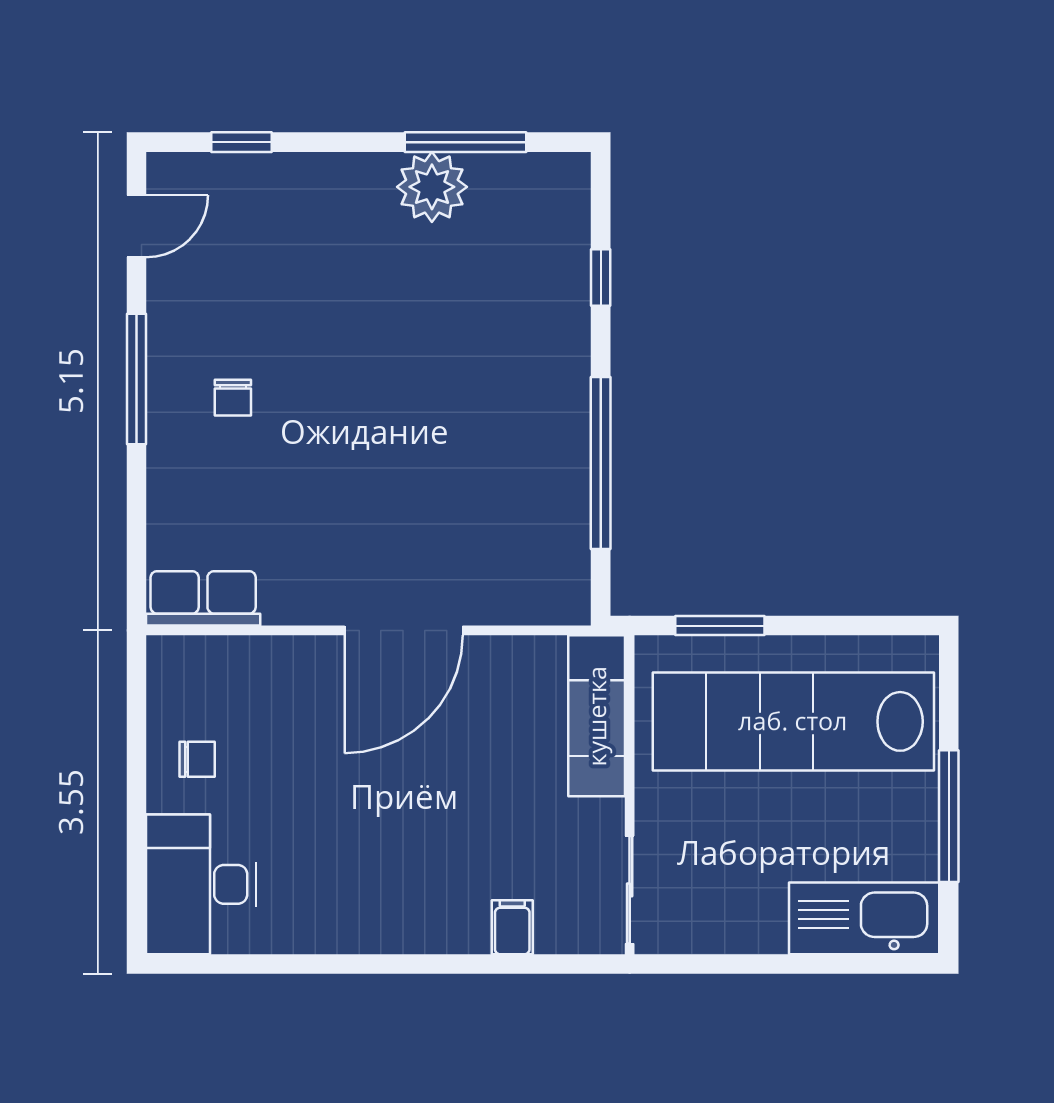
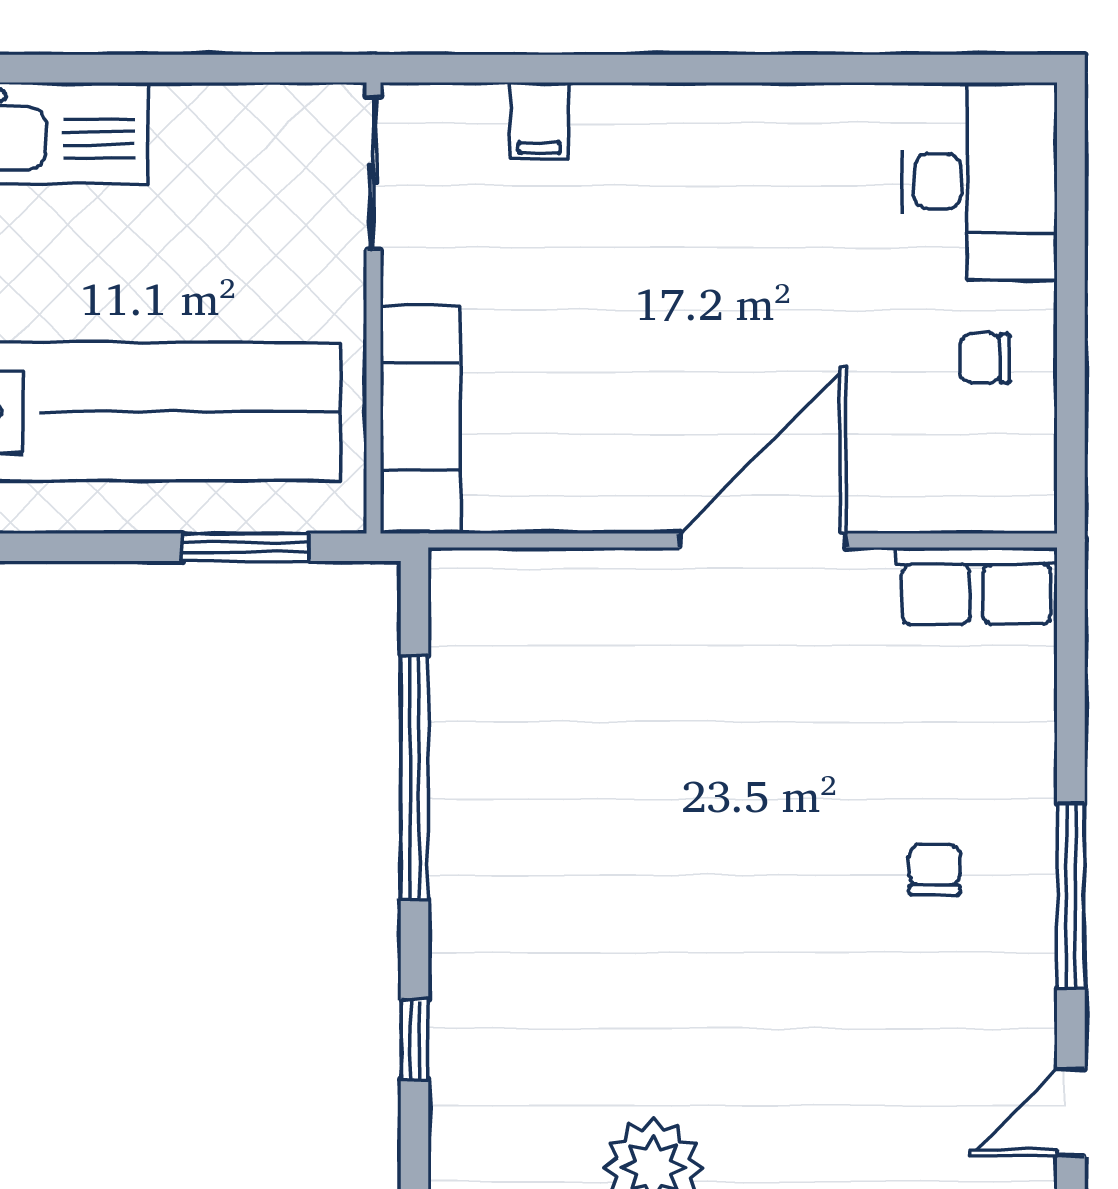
door: (404, 630) -> (763, 540), moved

